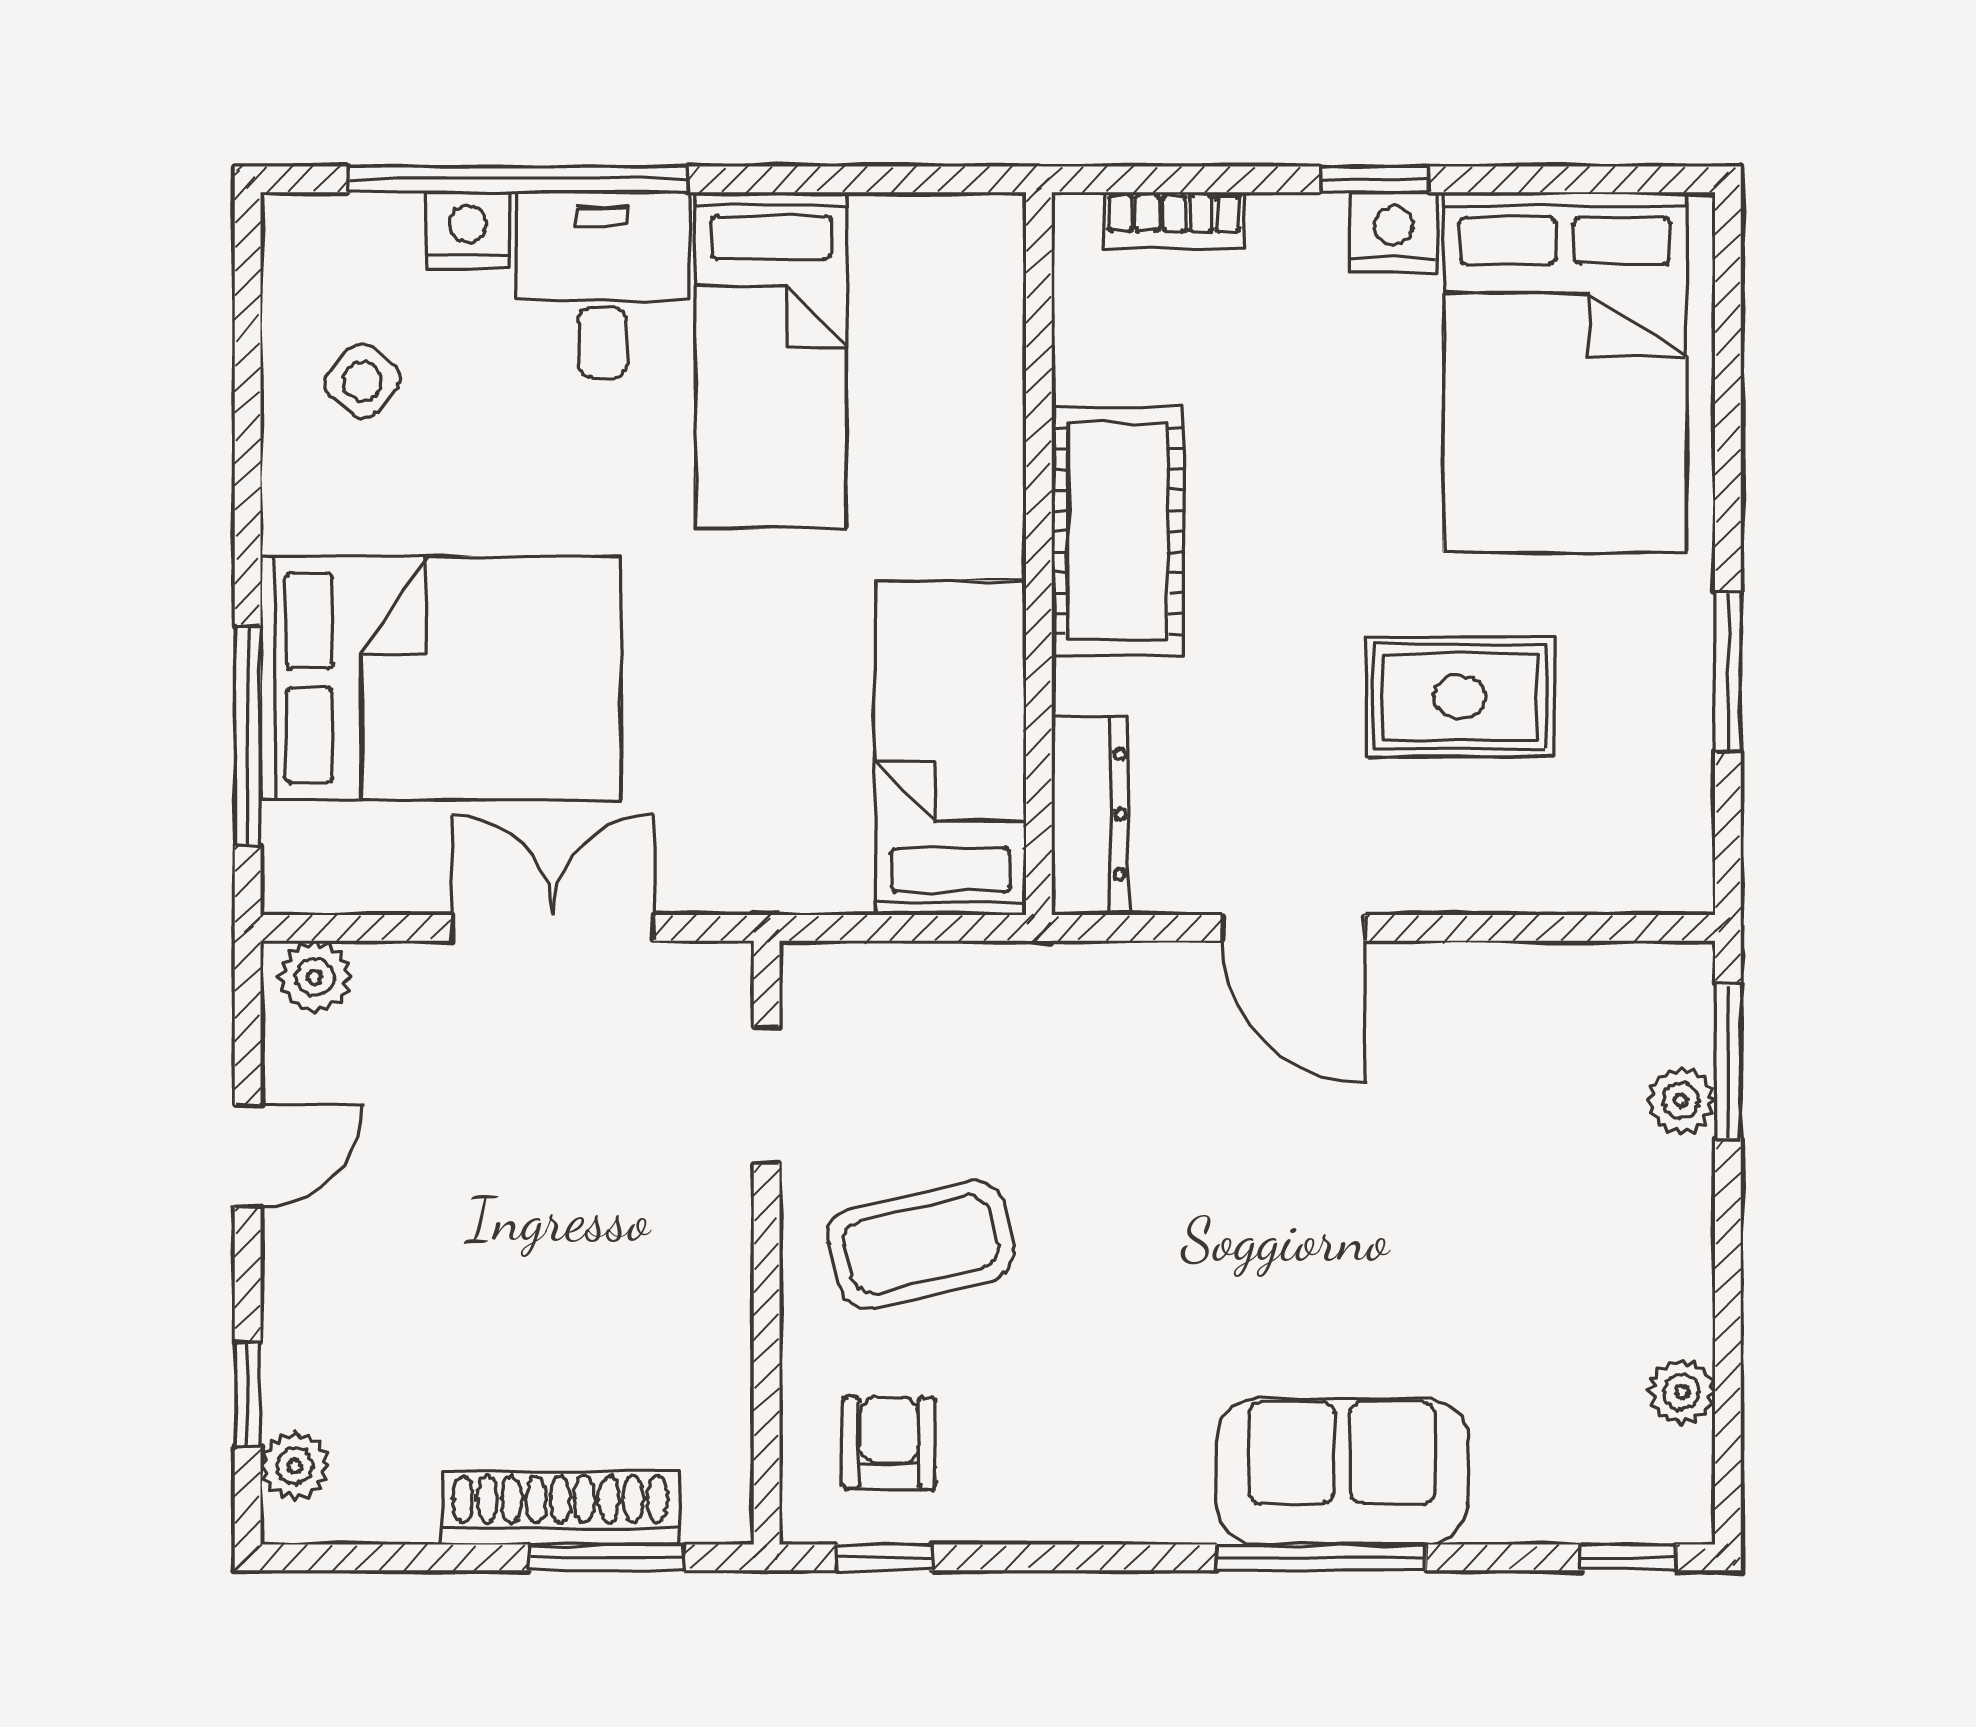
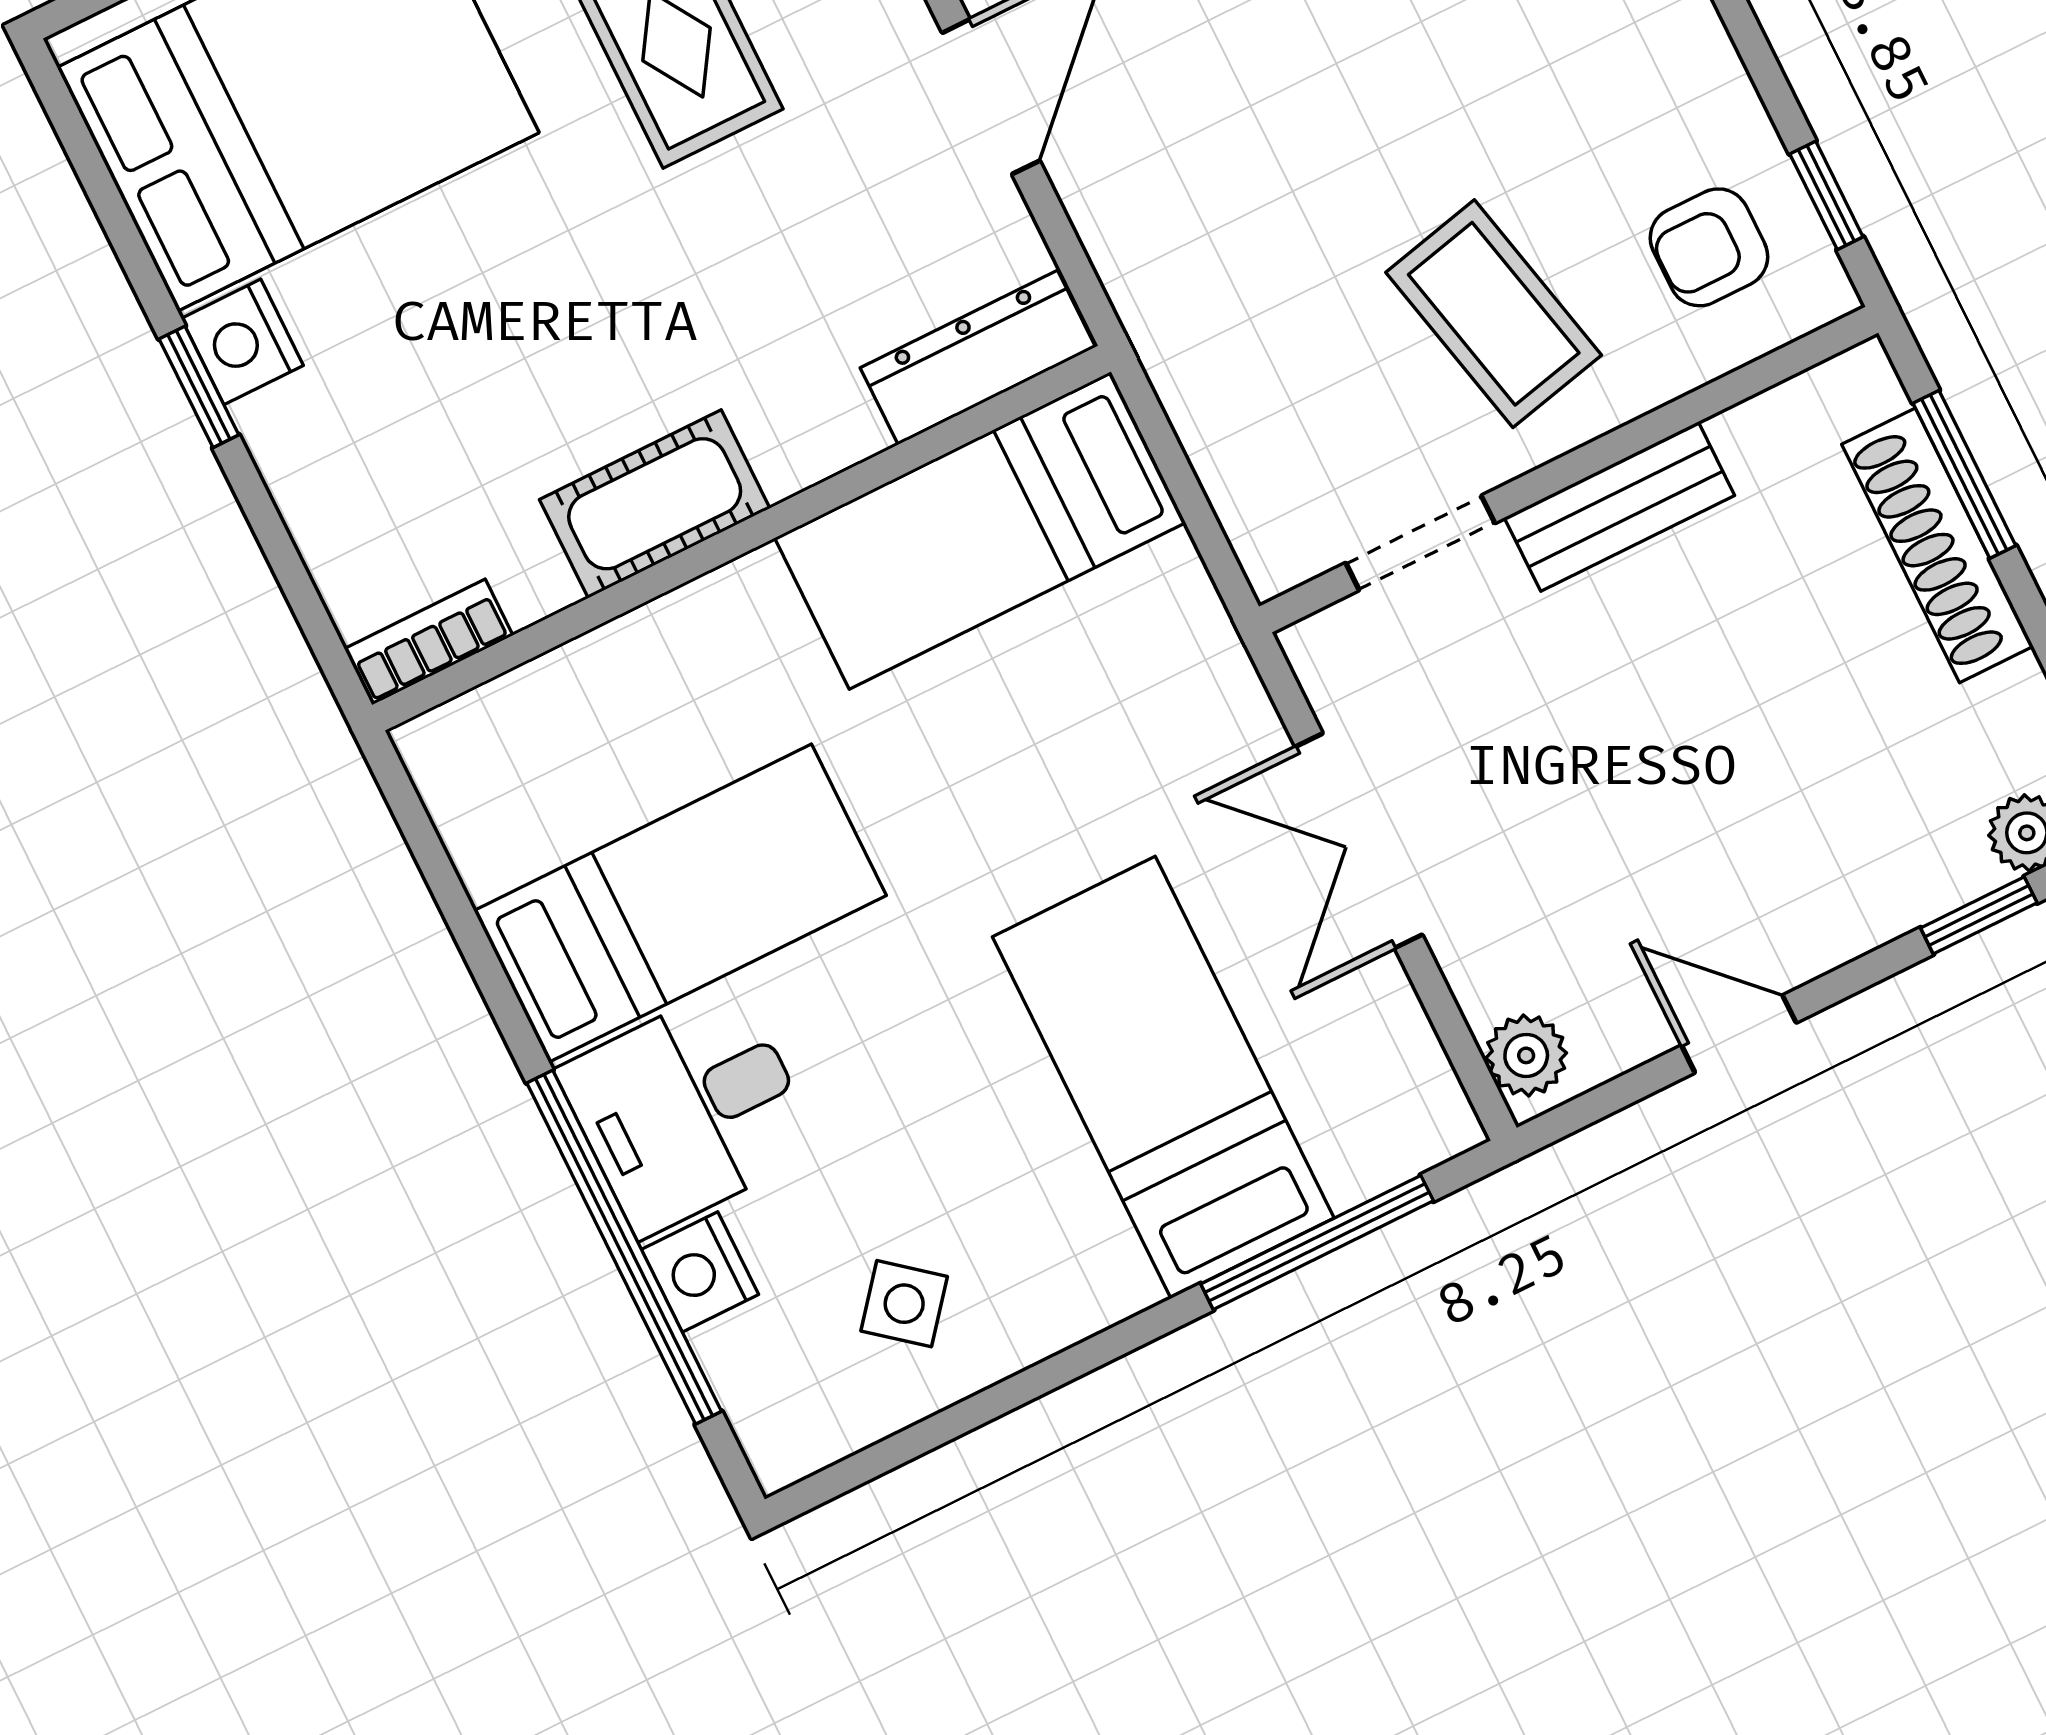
bookcase: (1174, 220) -> (429, 642), moved, turned -90
cot: (1117, 531) -> (655, 504), width x0.73, depth x0.75
bed: (441, 678) -> (1163, 1077), width x0.67
bench: (717, 1269) -> (1619, 507), added

